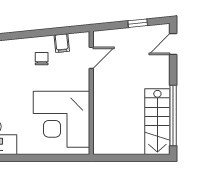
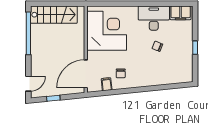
door: (91, 58) -> (86, 74), width x1.87
stairs: (157, 122) -> (54, 15), moved, turned 90

